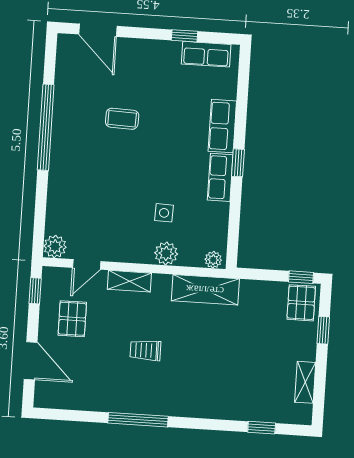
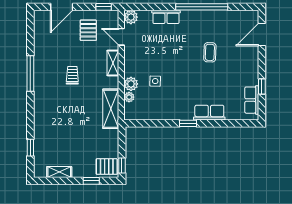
row of seats: (220, 177) -> (166, 17), moved, turned 180
plant: (213, 260) -> (129, 97), moved
pallet: (72, 319) -> (88, 30), turned 90

